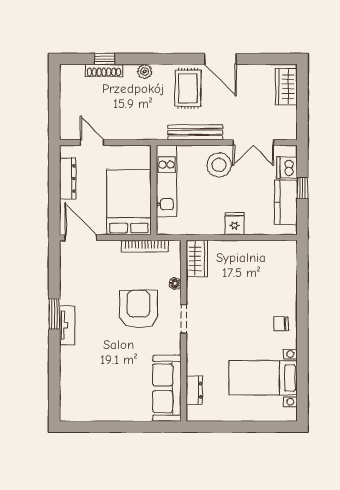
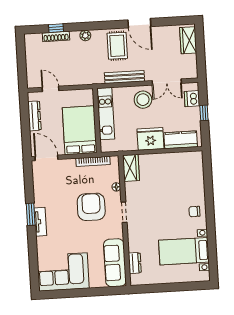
kitchen counter: (286, 202) -> (181, 140), moved, turned 90
fridge: (235, 224) -> (150, 139), width x1.88, depth x1.34
corner sofa: (94, 397) -> (63, 272), added

